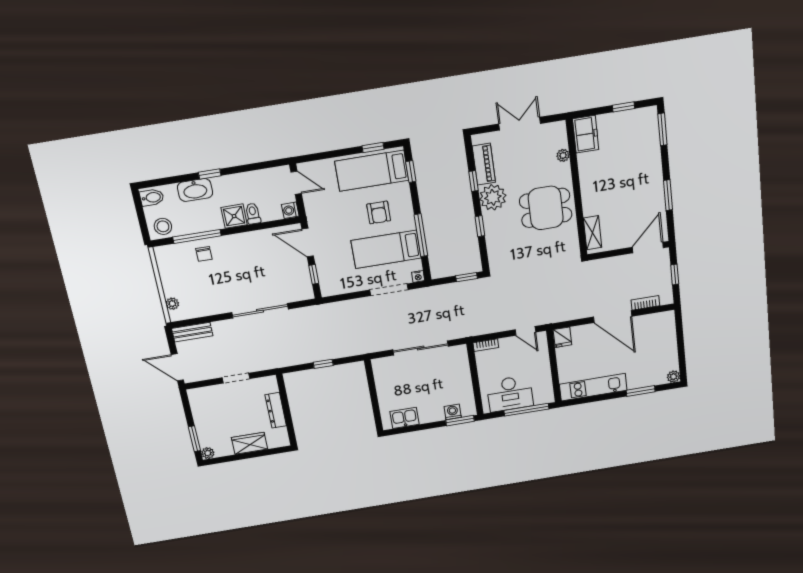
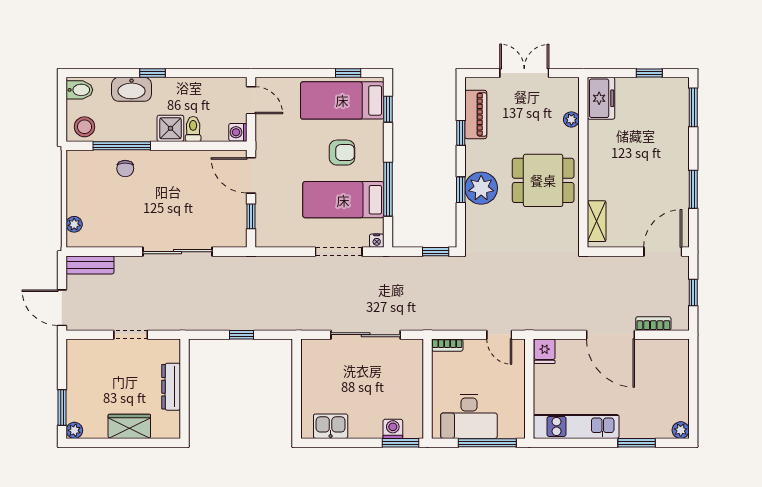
plant: (493, 197) -> (481, 188), moved
armchair: (379, 213) -> (342, 153), turned -90

